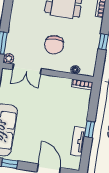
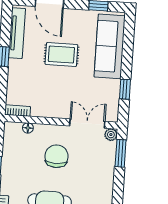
rug: (43, 127) -> (61, 55), added
tv unit: (78, 141) -> (17, 33), width x1.41

